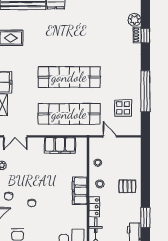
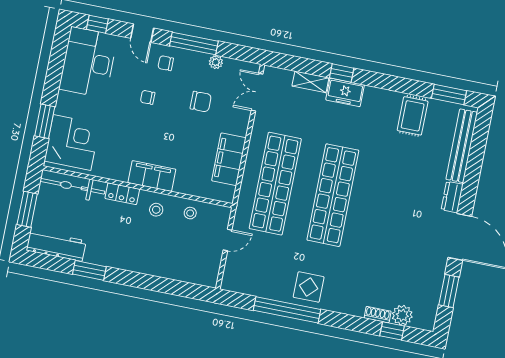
window: (145, 36) -> (392, 331), moved
display table: (123, 108) -> (309, 287), moved
chair: (28, 170) -> (201, 102), added
pallet: (127, 186) -> (144, 252), removed

